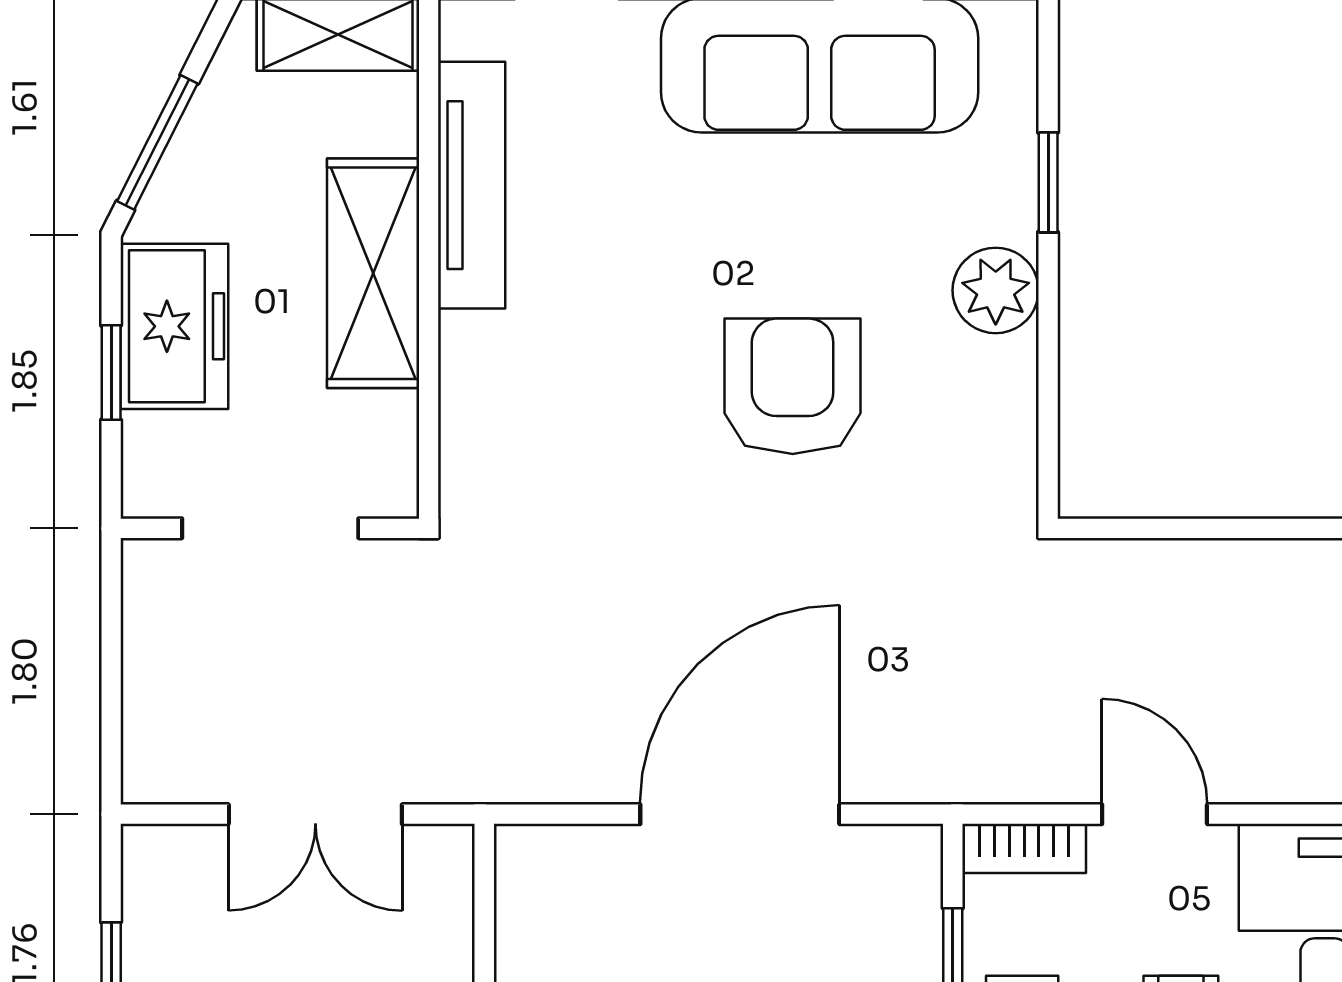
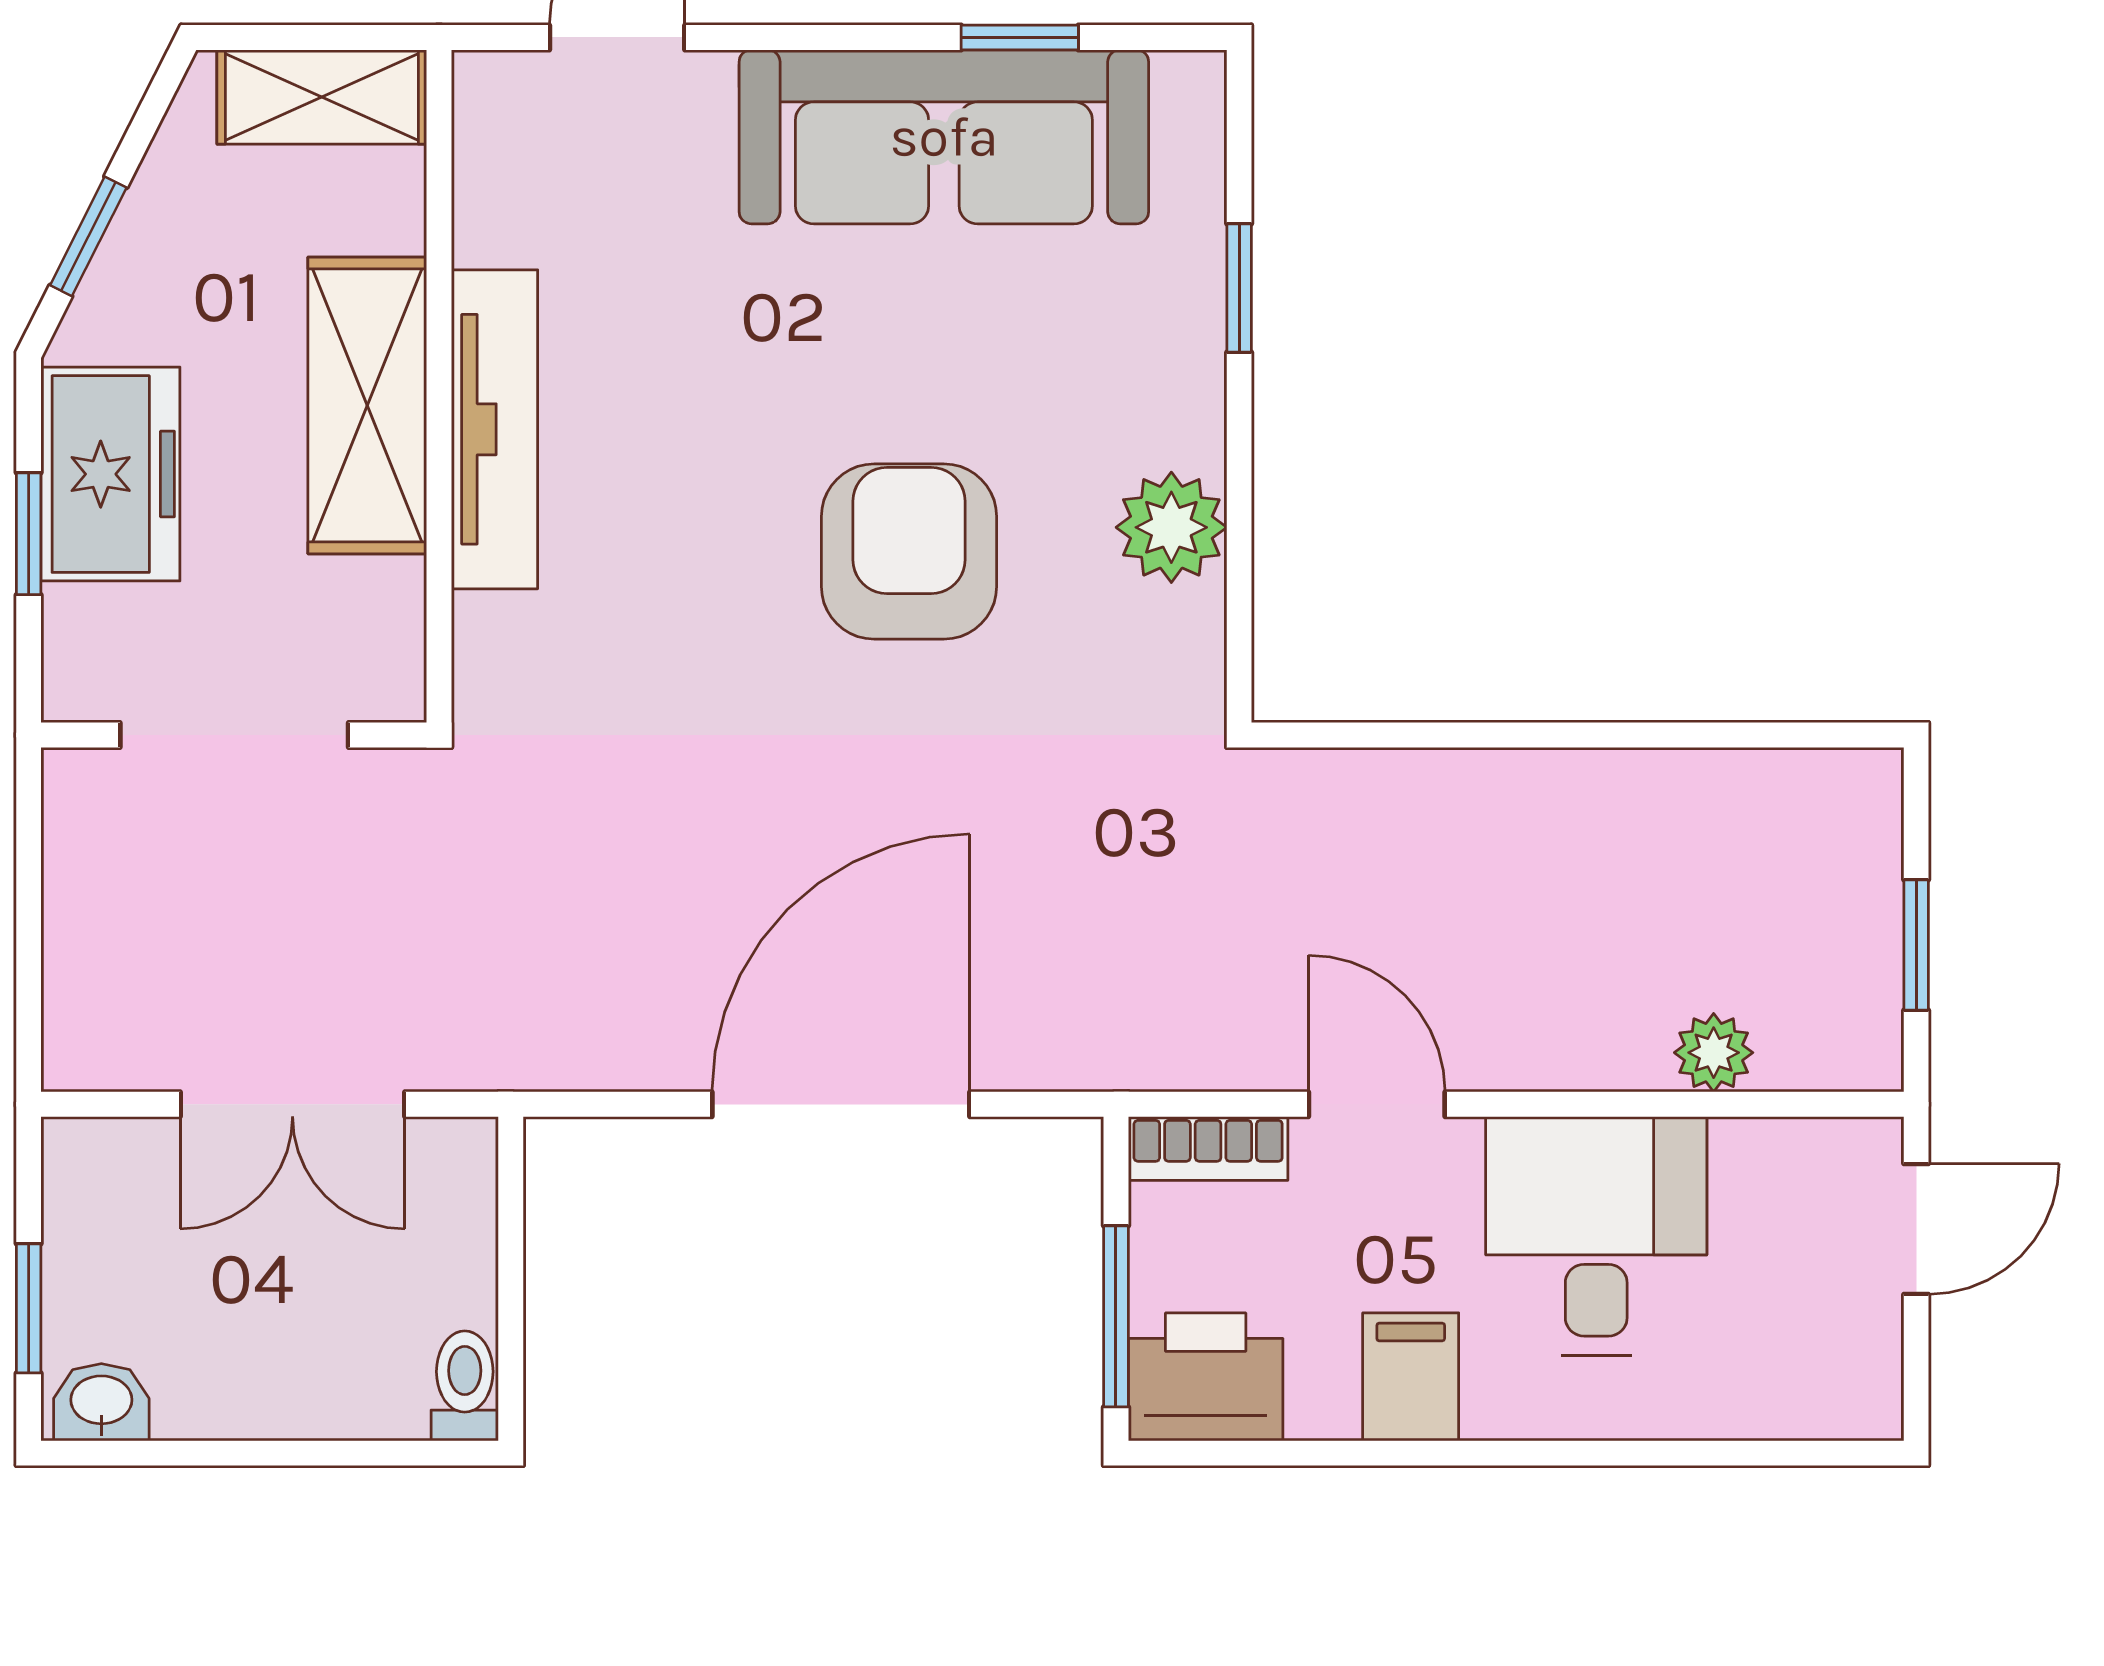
window: (157, 142) -> (88, 236), width x0.67
tv unit: (472, 185) -> (494, 429), moved
plant: (996, 290) -> (1171, 527), moved

